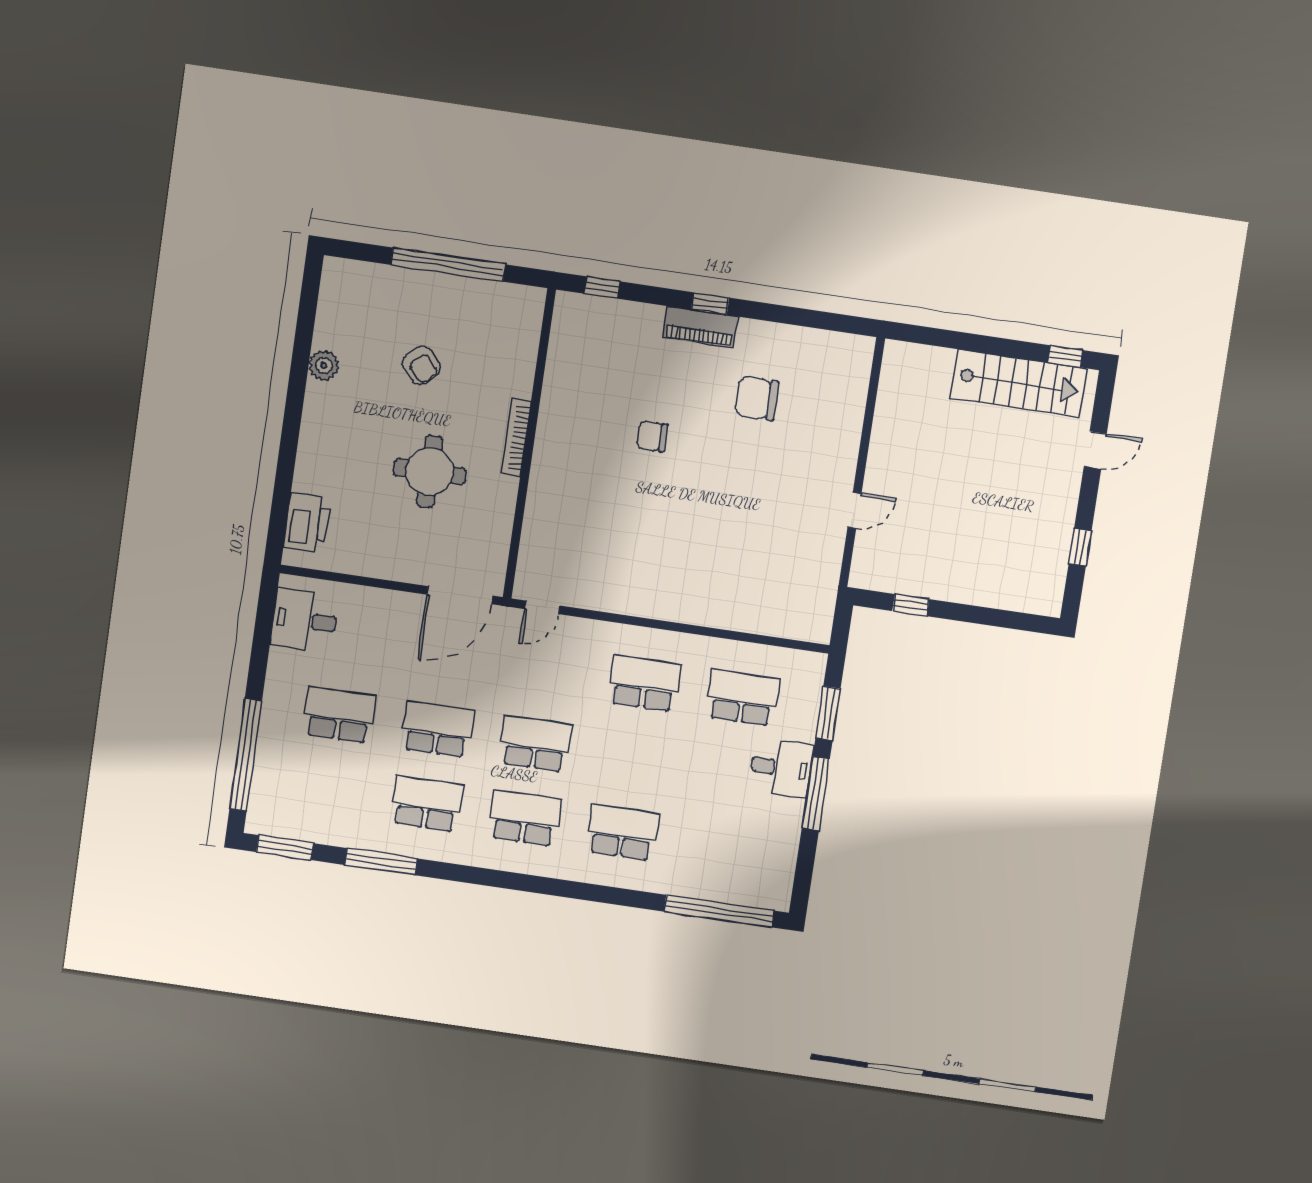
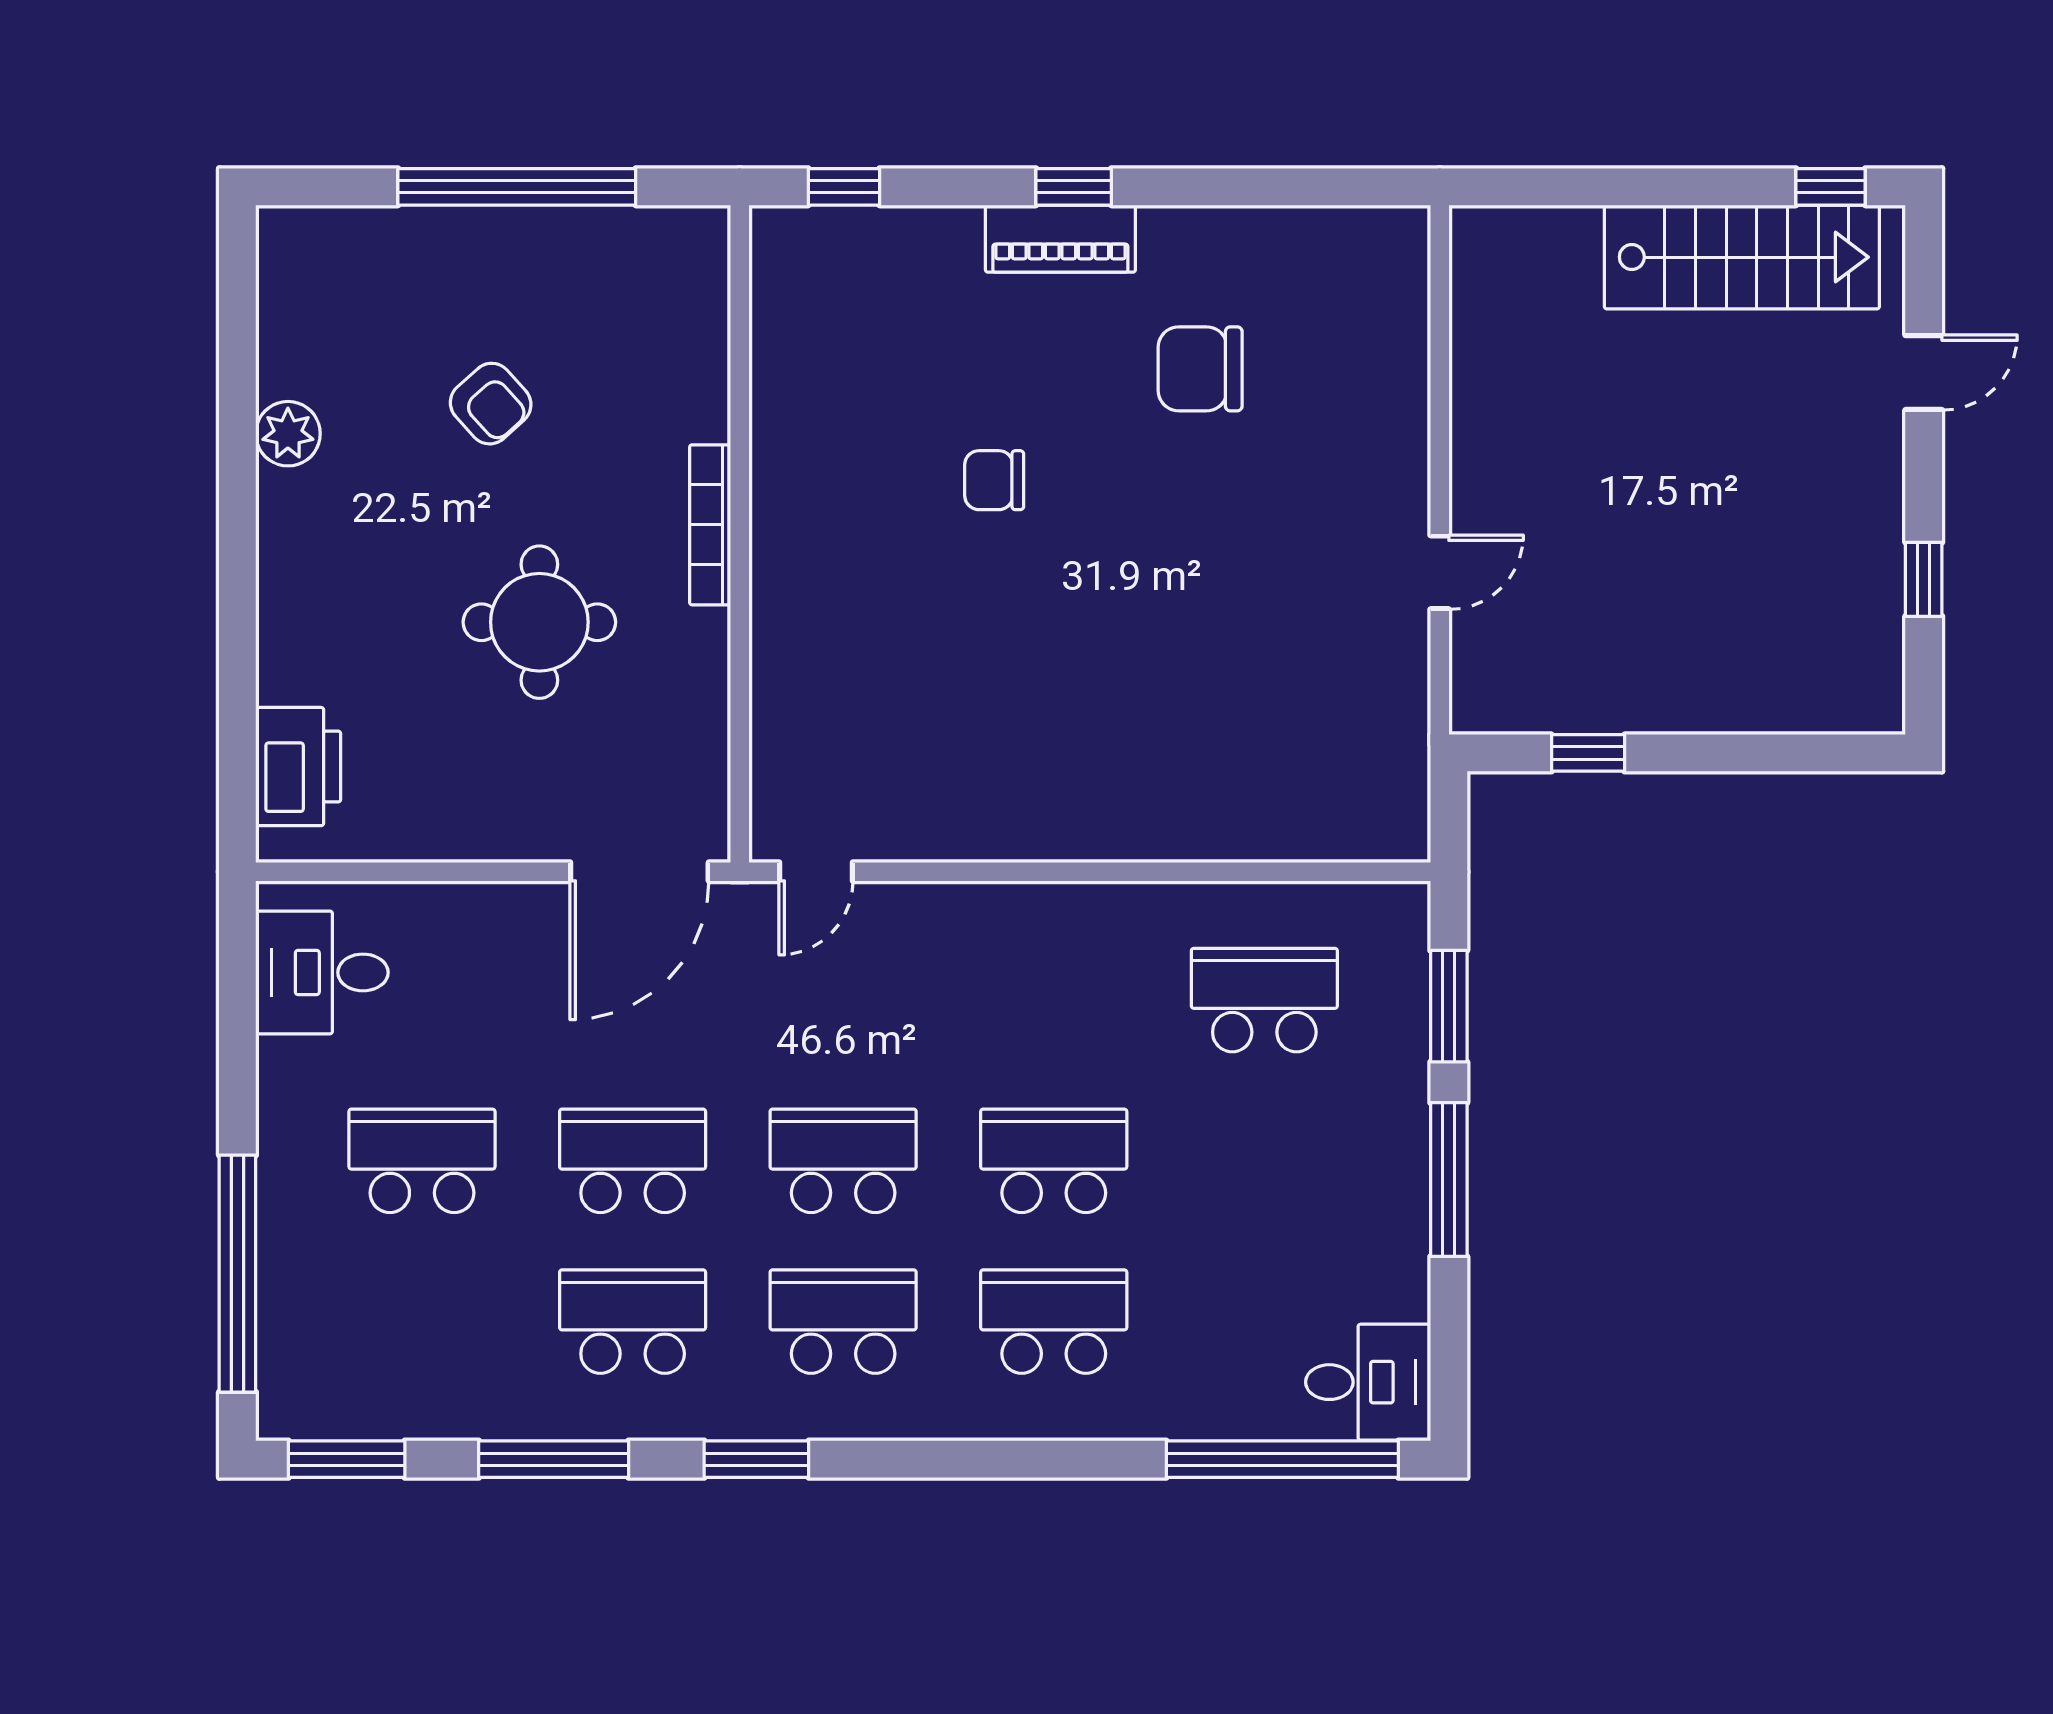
school desk: (644, 683) -> (1054, 1161), moved
desk: (781, 768) -> (1368, 1382), moved
window: (475, 875) -> (756, 1459), added

